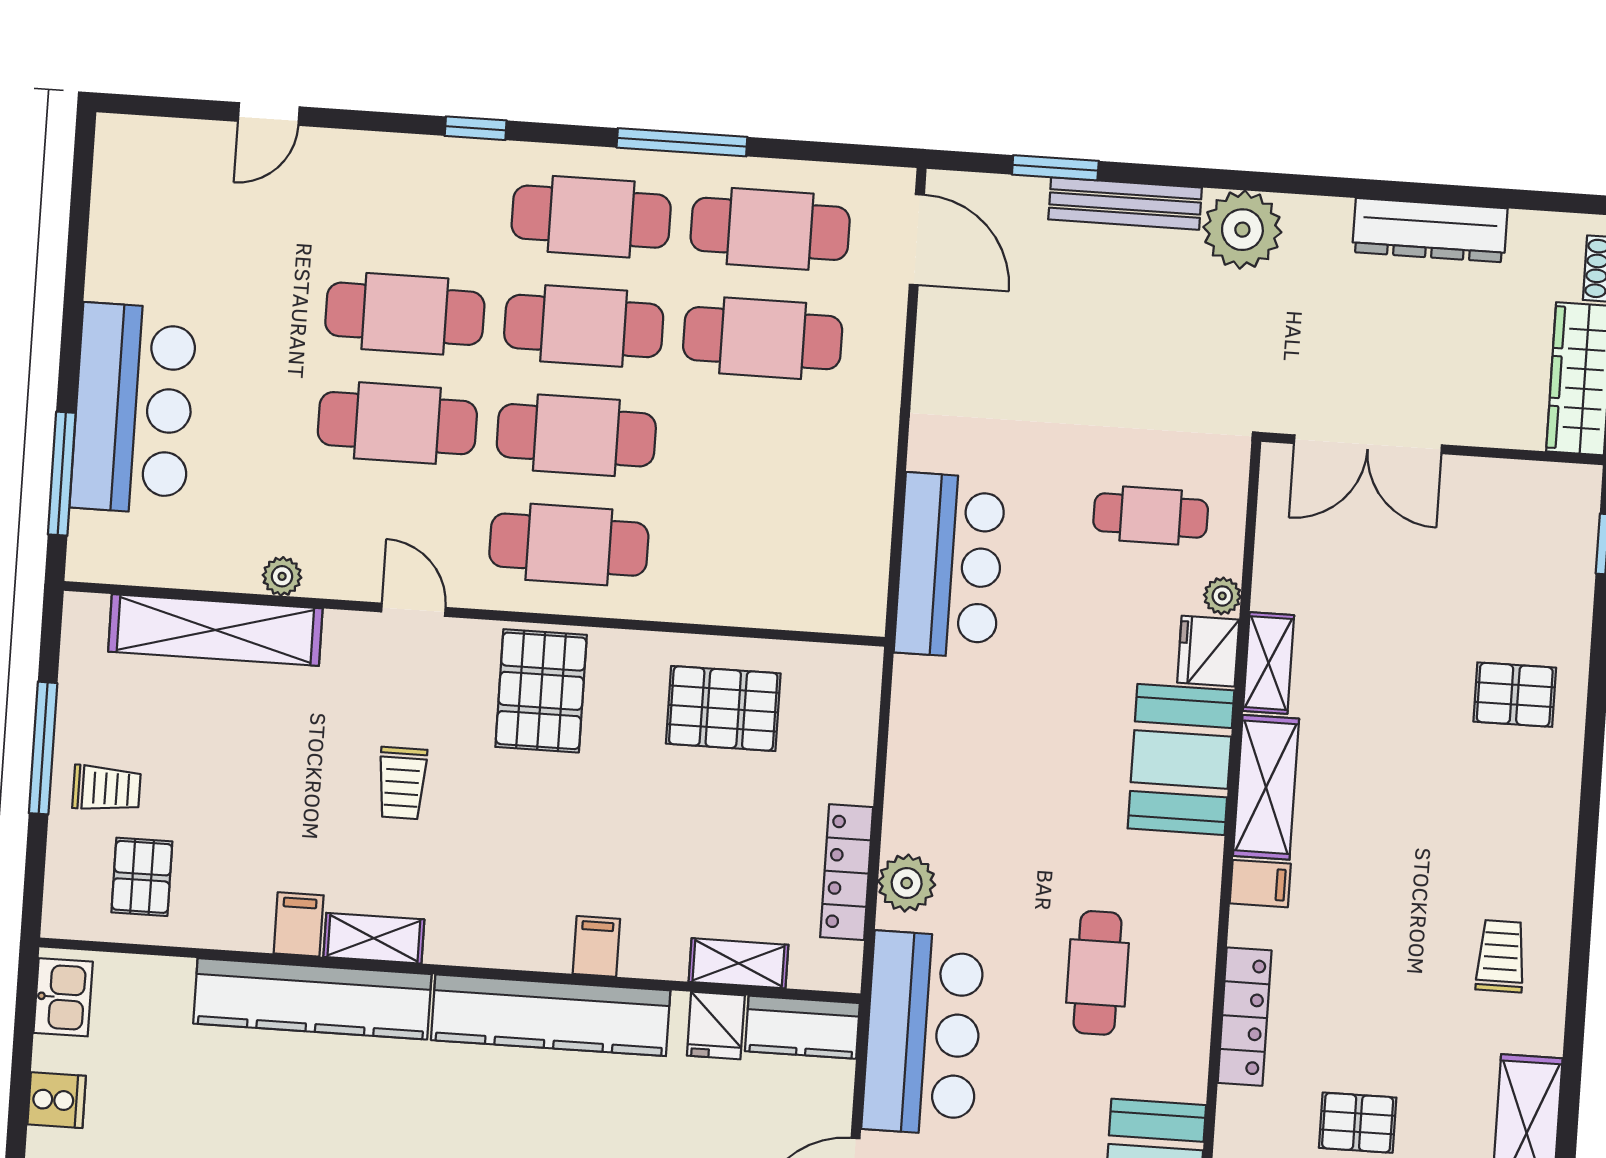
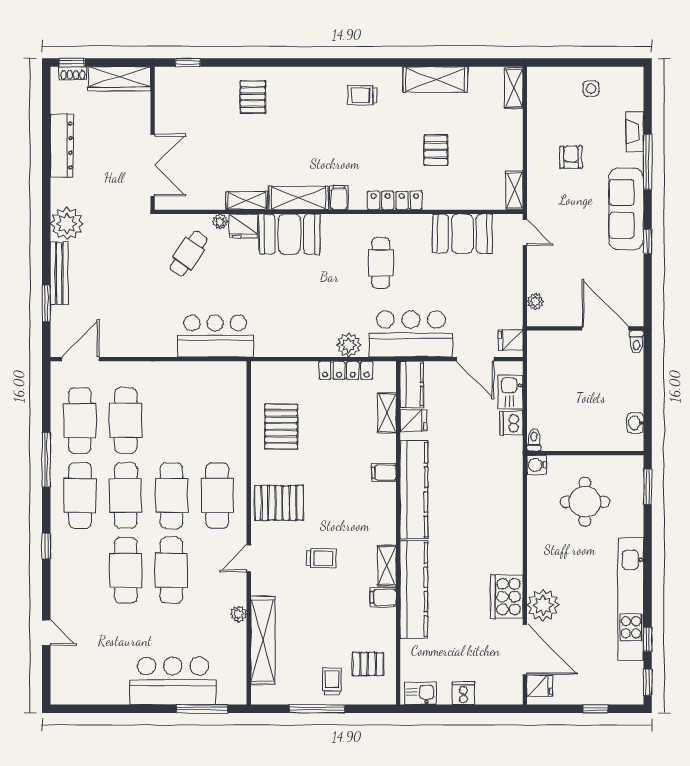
cafe table: (1151, 515) -> (189, 254), turned 34
cafe table: (1097, 973) -> (381, 263), turned 90

